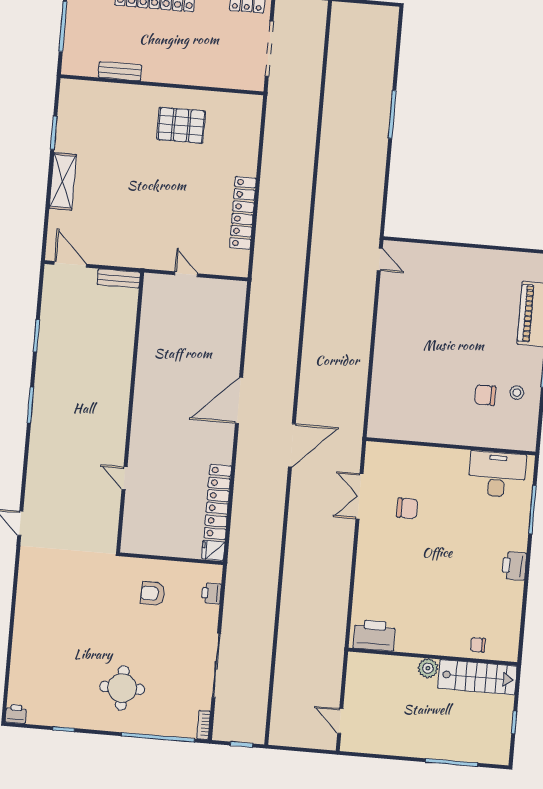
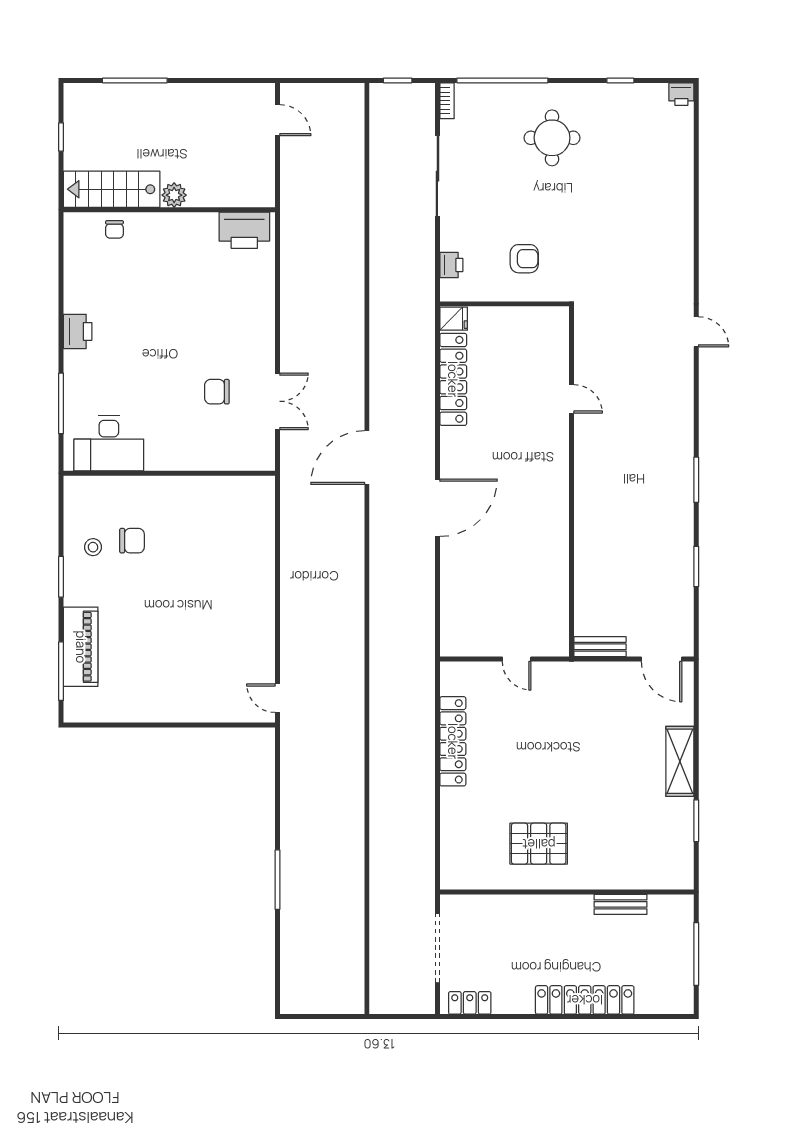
chair: (478, 645) -> (114, 229), turned 90

